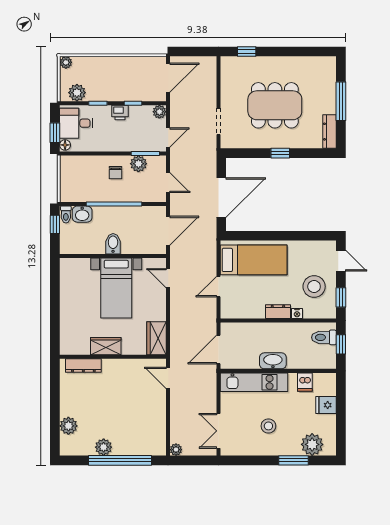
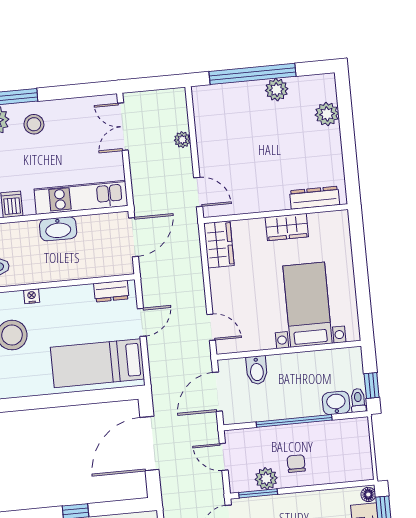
bidet: (113, 244) -> (257, 370), moved
bed with nightstands: (116, 288) -> (308, 305), moved
dresser: (278, 312) -> (111, 291), moved
stool: (268, 426) -> (34, 124), moved
double door: (218, 431) -> (123, 127), swing flipped
plant: (176, 450) -> (182, 140), moved

